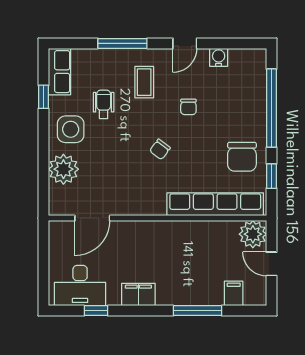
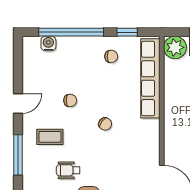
door: (185, 43) -> (18, 103), hinge flipped
water cooler: (219, 57) -> (48, 44), moved, turned 90
chair: (242, 157) -> (111, 56), width x0.54, depth x0.54

